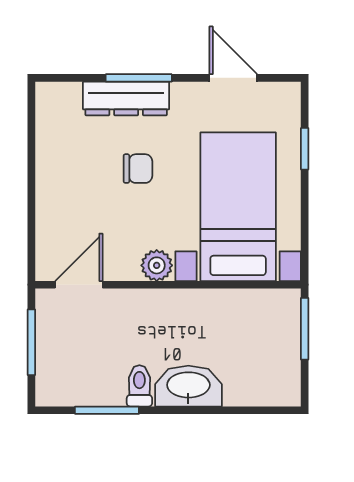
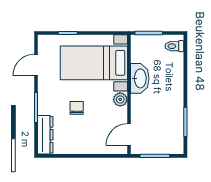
dresser: (126, 99) -> (45, 135), moved
door: (79, 285) -> (129, 134), hinge flipped
toilet: (139, 386) -> (174, 46), moved
washbasin: (188, 386) -> (140, 78), moved, turned 180

